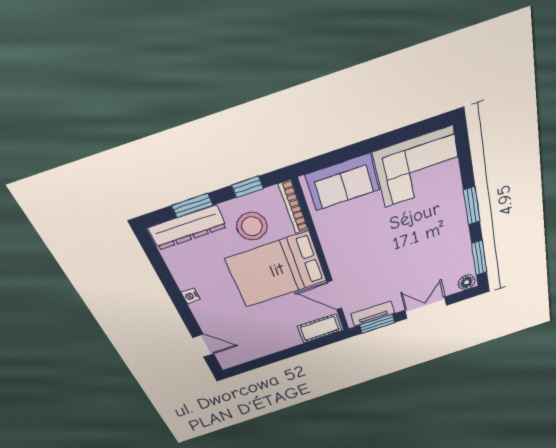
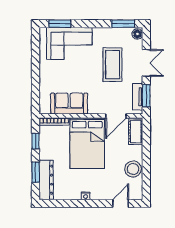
corner sofa: (418, 167) -> (69, 43), moved, turned 90
sofa: (343, 182) -> (69, 104), moved, turned -90
window: (472, 206) -> (60, 24), moved
stool: (252, 226) -> (133, 169), moved
coffee table: (413, 264) -> (113, 65), added
double door: (426, 308) -> (146, 63), swing flipped

